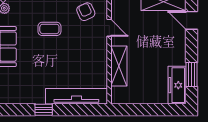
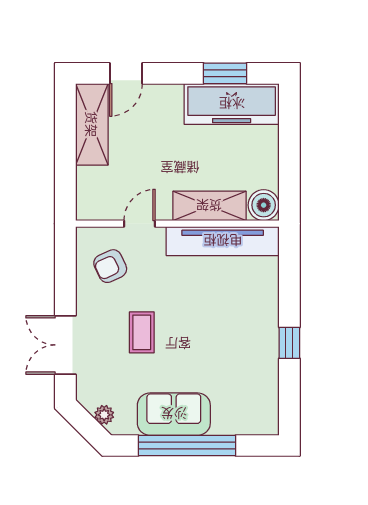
freezer: (177, 85) -> (232, 104), width x1.36, depth x1.26
tv unit: (76, 96) -> (223, 241), moved, turned -90
boiler: (119, 96) -> (264, 205), added

